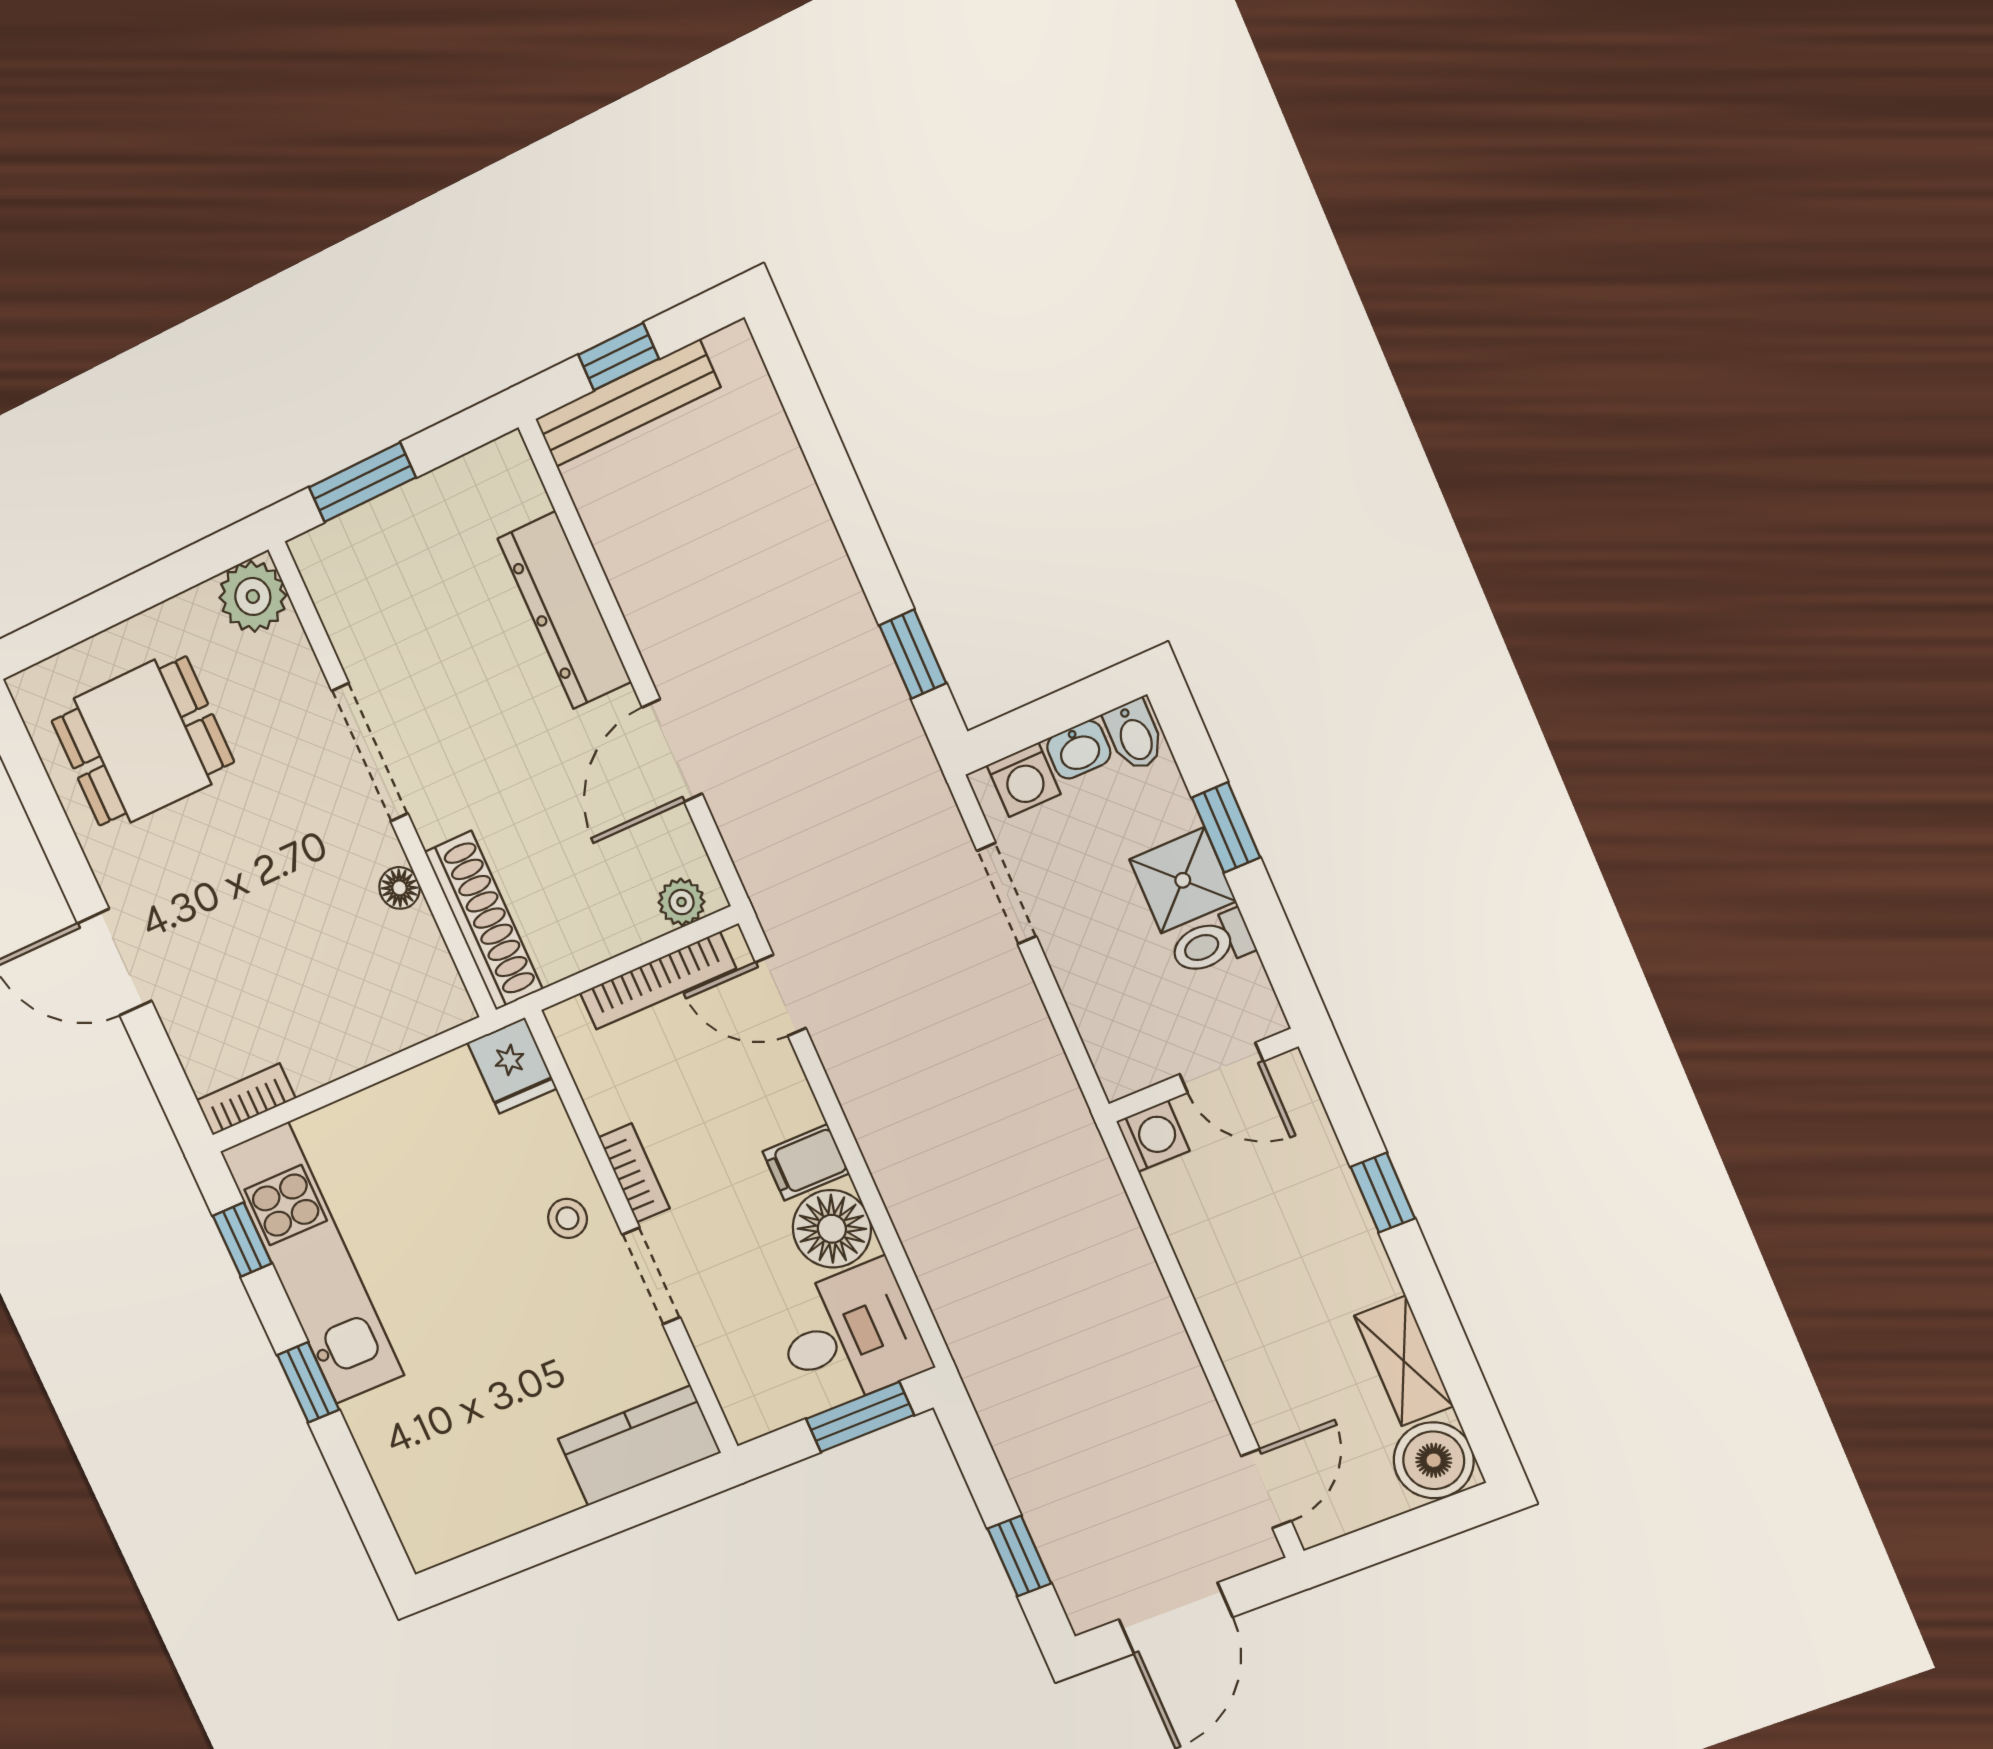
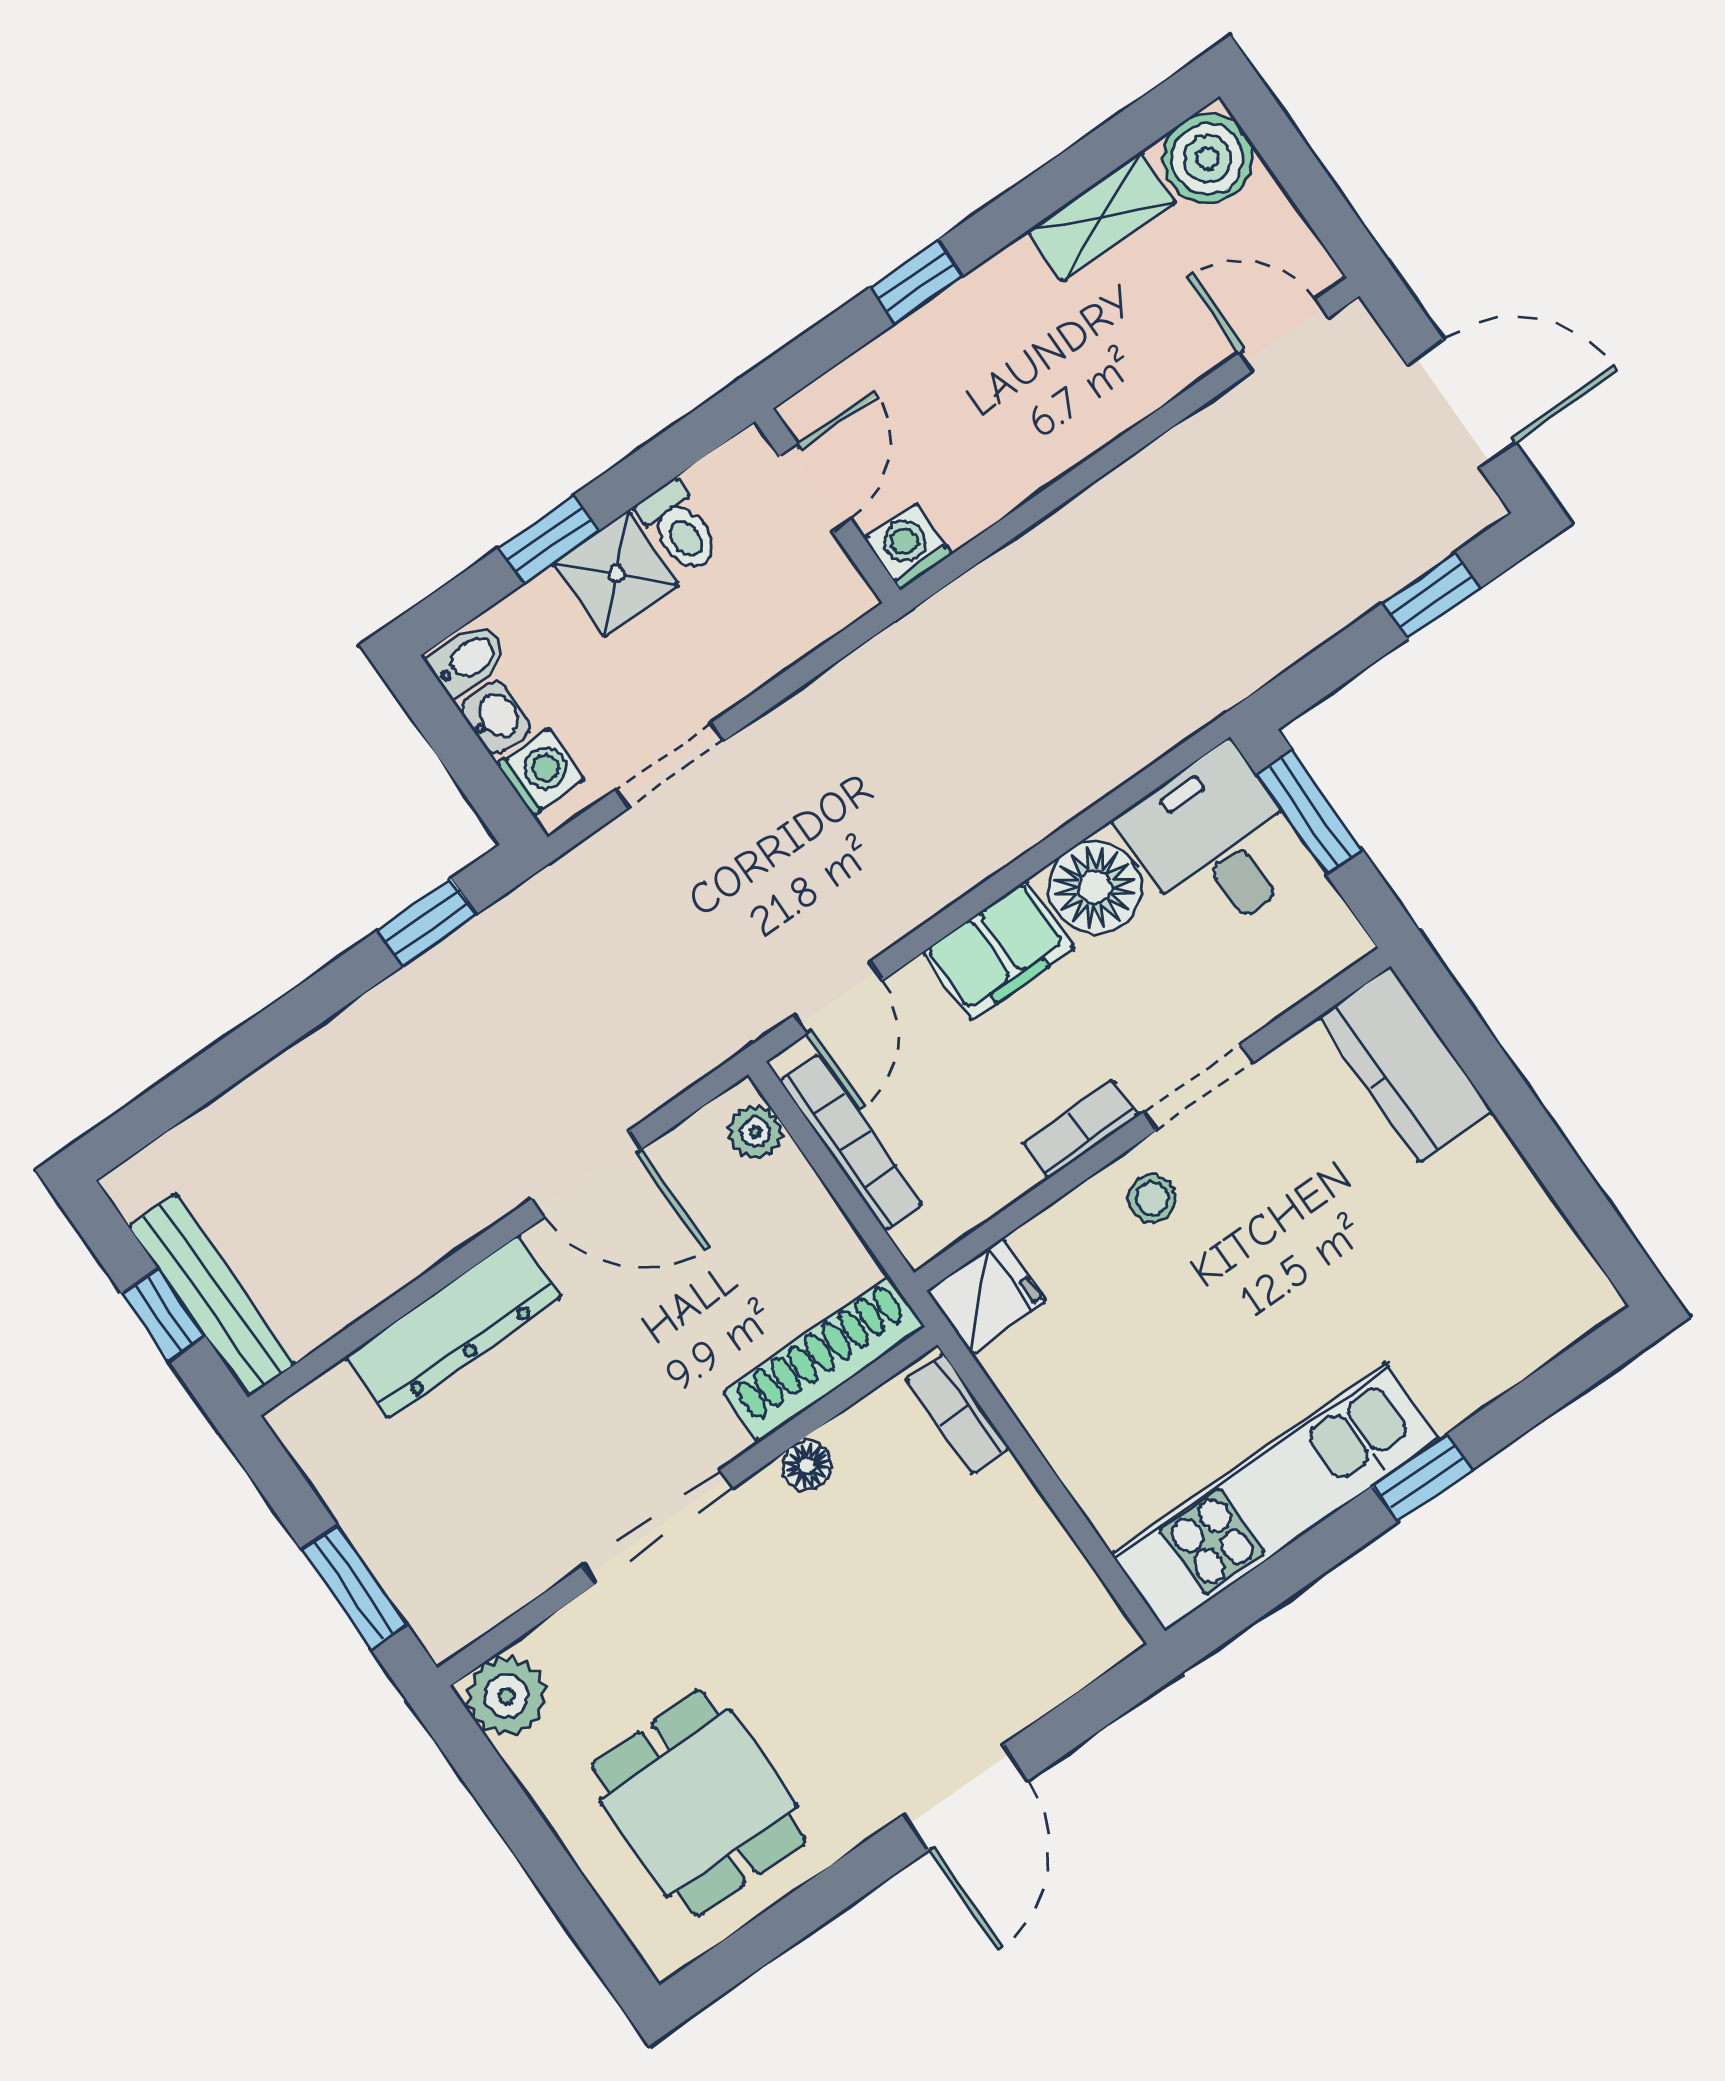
bookcase: (246, 1099) -> (957, 1413), moved
filing cabinet: (806, 1162) -> (999, 950), width x2.00
window: (242, 1240) -> (1266, 1587), removed

